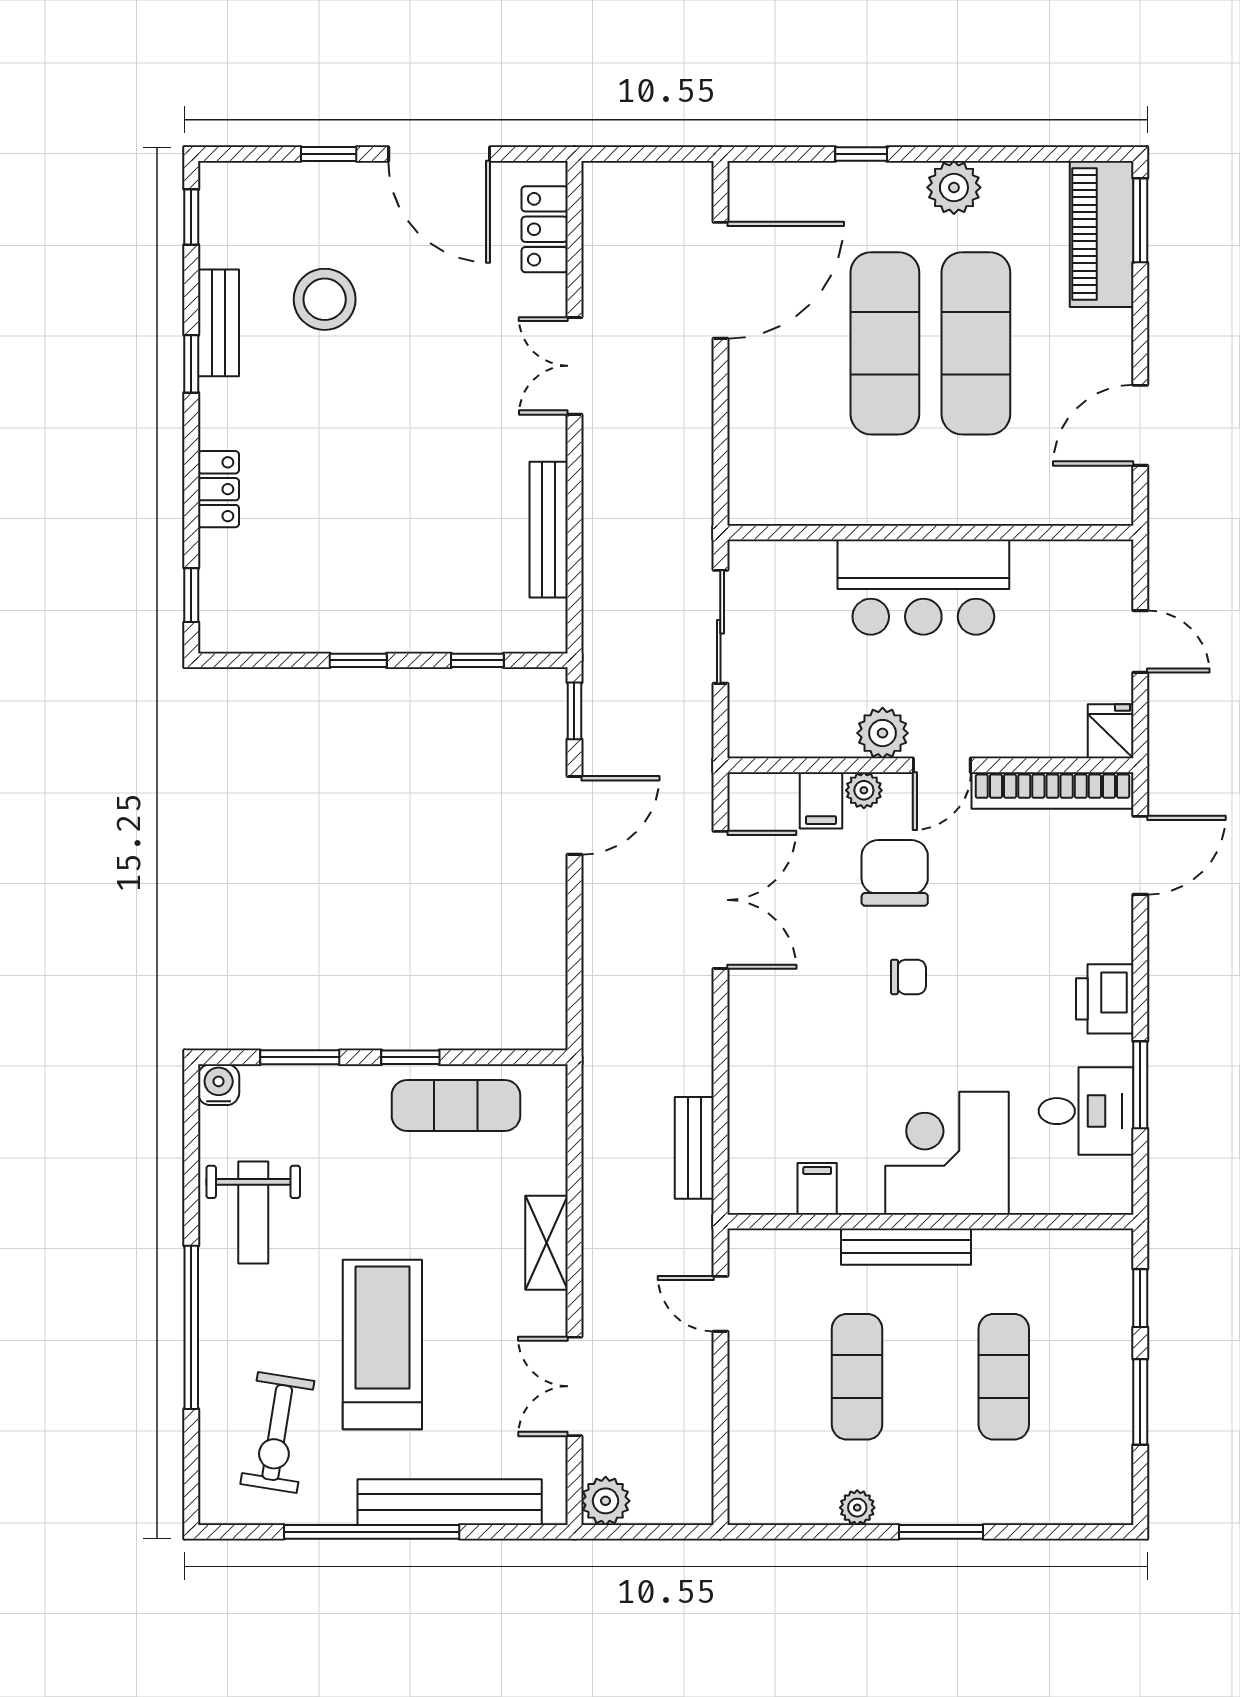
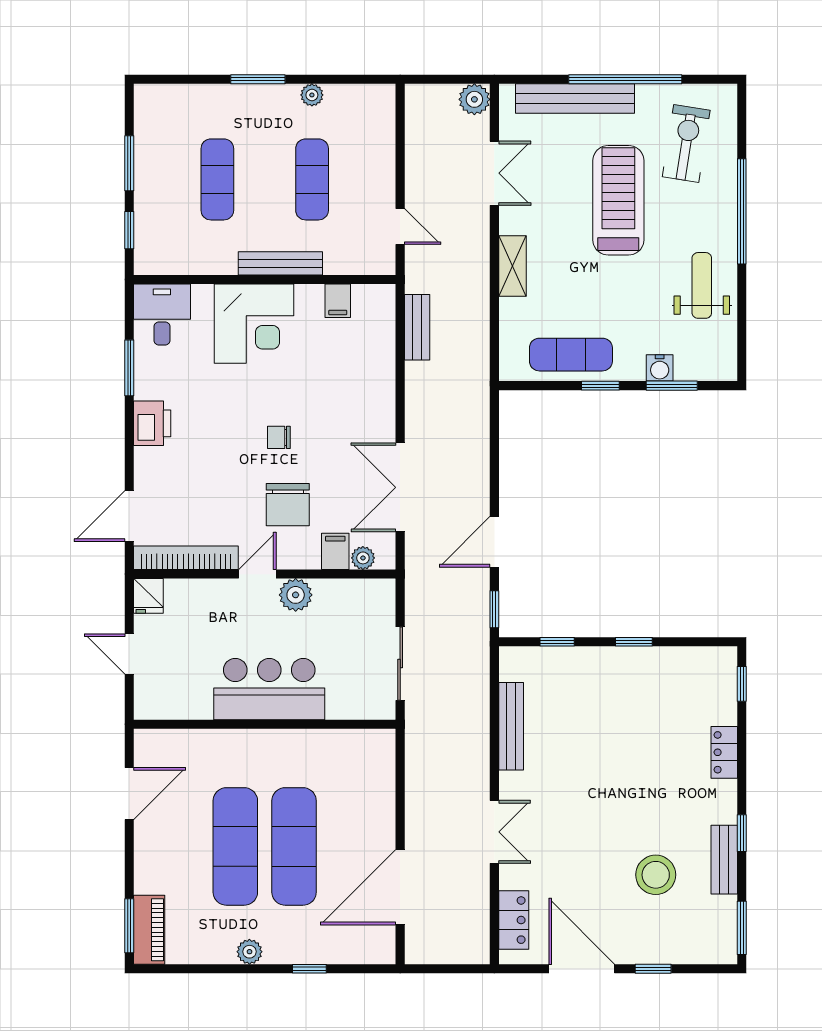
plant: (954, 187) -> (249, 952), width x0.73, depth x0.73
window: (191, 217) -> (742, 928), width x1.50
piano: (1102, 234) -> (149, 930), width x0.73, depth x0.75
plant: (864, 790) -> (363, 558), moved
water cooler: (219, 1085) -> (660, 368), moved
desk: (1086, 1111) -> (162, 315), moved, turned 90
treadmill: (382, 1344) -> (618, 200), turned 180

